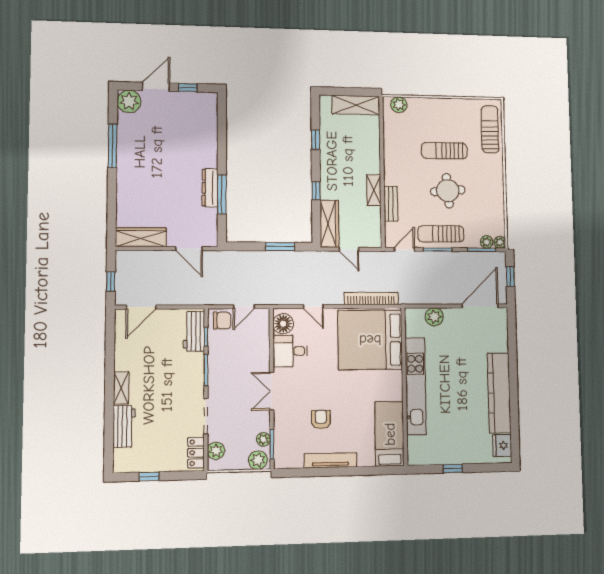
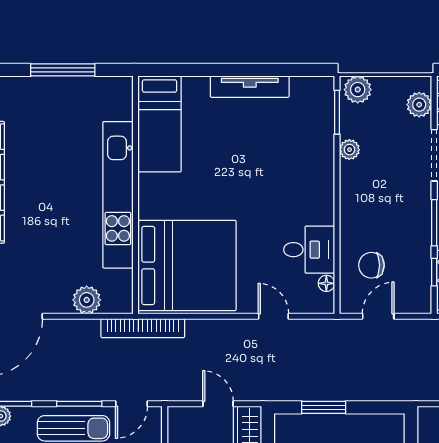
bookcase: (371, 298) -> (143, 328), moved
chair: (222, 320) -> (371, 265), moved
floor lamp: (283, 324) -> (326, 283), width x0.53, depth x0.53
double door: (272, 391) -> (337, 190), removed
armchair: (321, 419) -> (263, 147), removed
plant: (263, 439) -> (349, 150), moved
window: (453, 469) -> (63, 70), width x2.17

